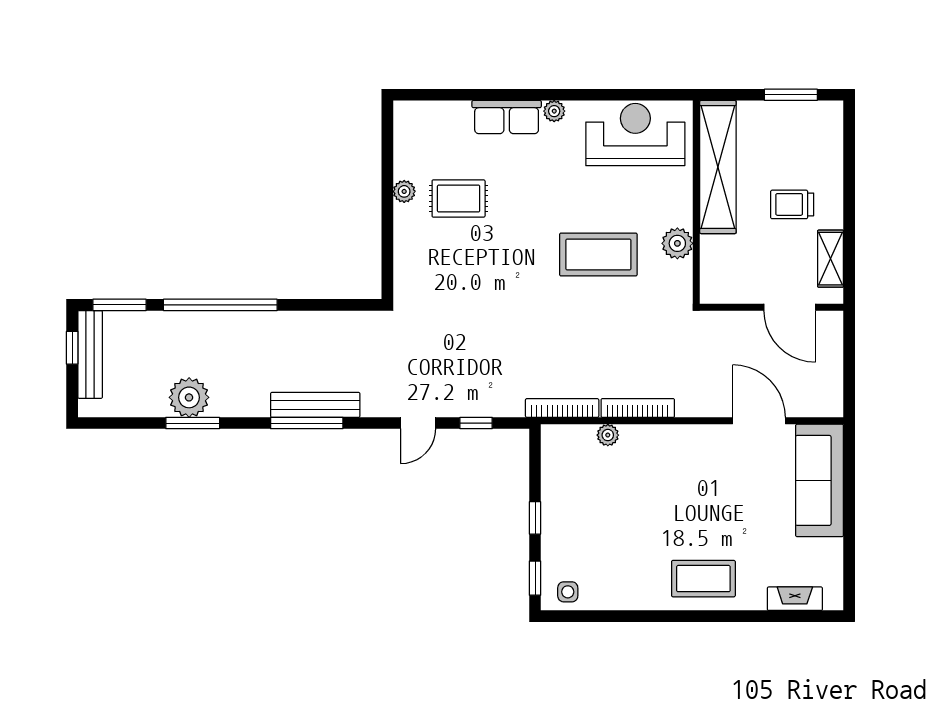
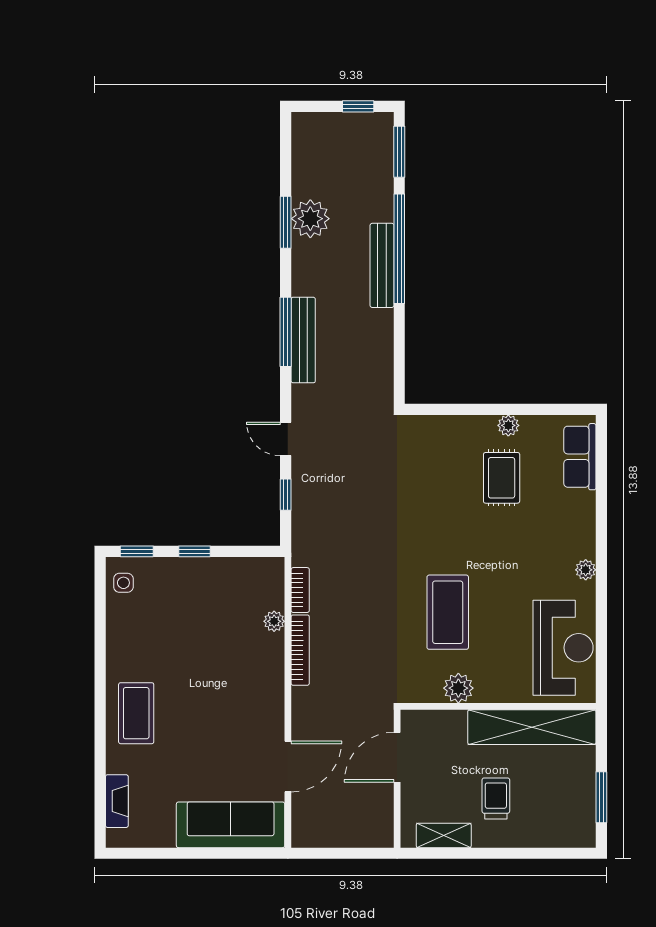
row of seats: (507, 117) -> (580, 457), moved
door: (790, 307) -> (397, 757), moved
bench: (90, 354) -> (382, 265), moved, turned 90
bookcase: (562, 408) -> (300, 590), width x0.64

